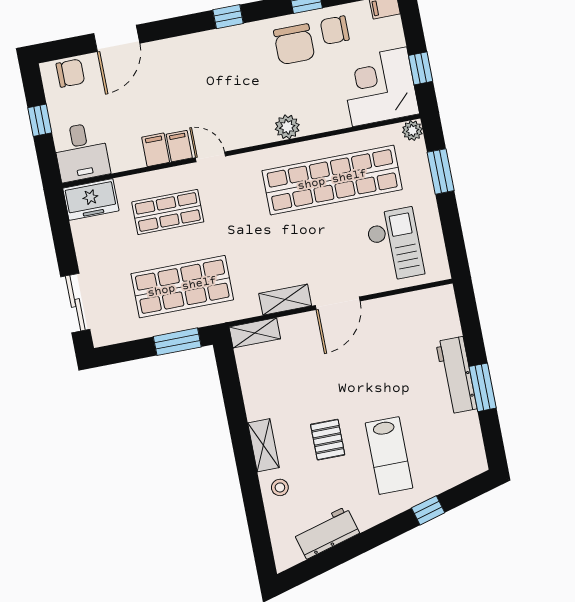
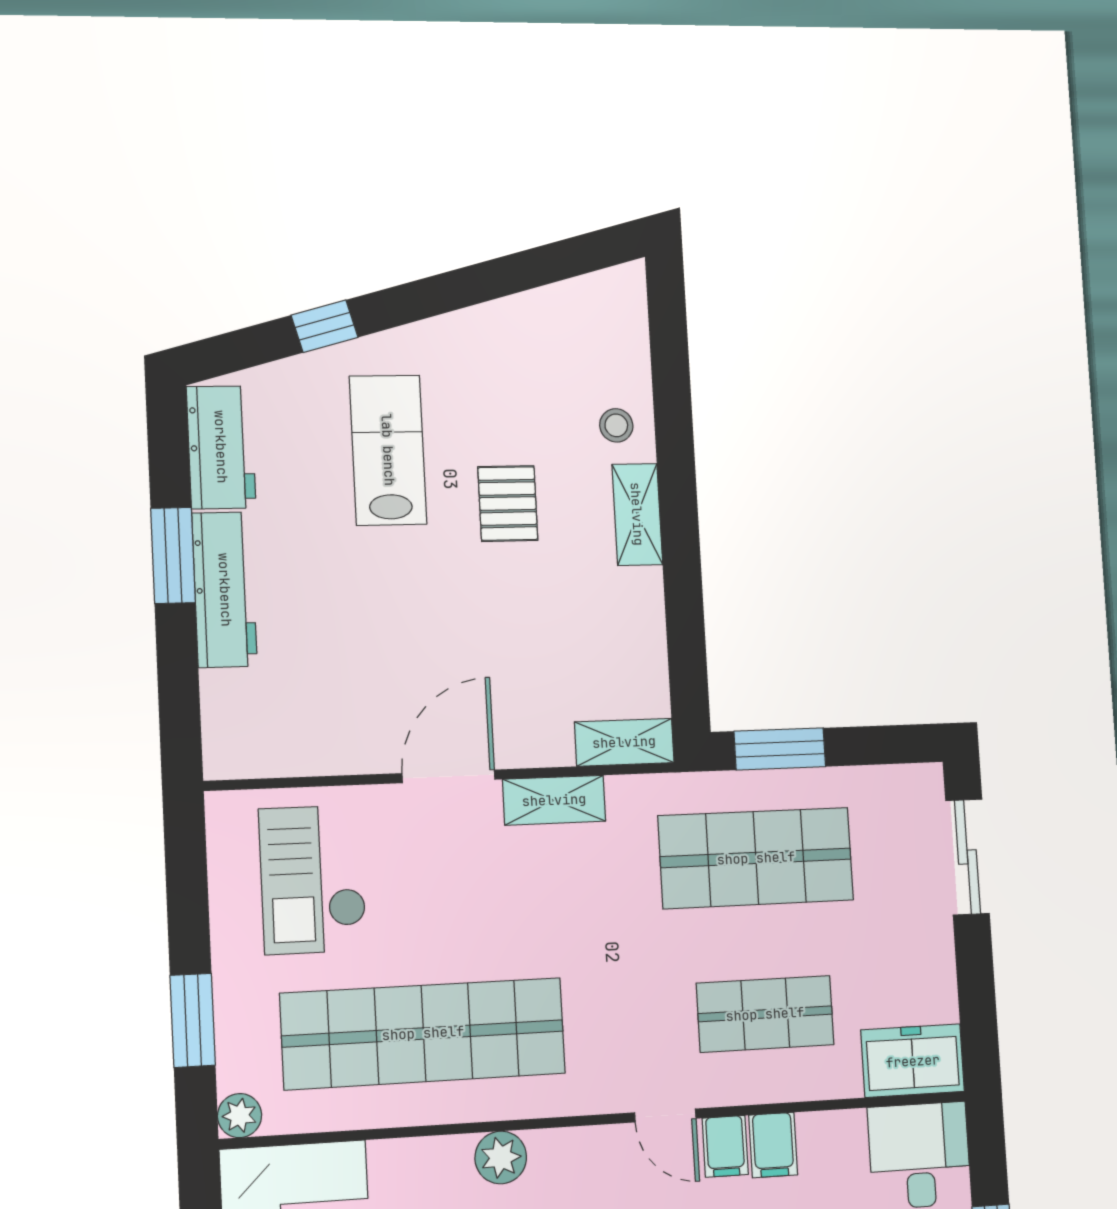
workbench: (326, 533) -> (221, 447), moved, turned -75

